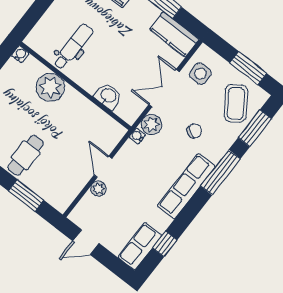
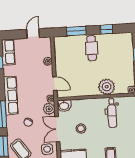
stool: (132, 62) -> (81, 129), added
double door: (164, 88) -> (57, 129), swing flipped
washbasin: (108, 96) -> (64, 106), moved
door: (103, 167) -> (55, 84), moved

